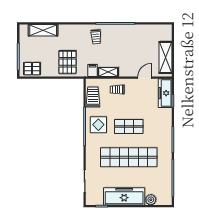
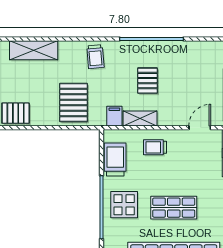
trolley: (96, 37) -> (95, 57), moved
pallet: (113, 49) -> (147, 81), added

